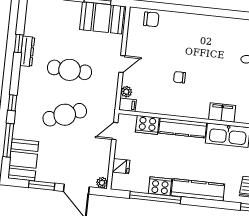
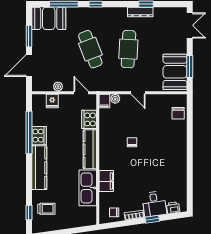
plant: (102, 183) -> (58, 87), moved

